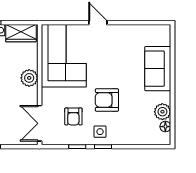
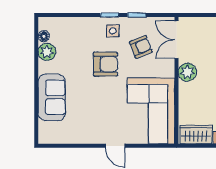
plant: (29, 78) -> (187, 72), moved
armchair: (73, 116) -> (141, 47), turned 68
double door: (40, 123) -> (176, 40), swing flipped

